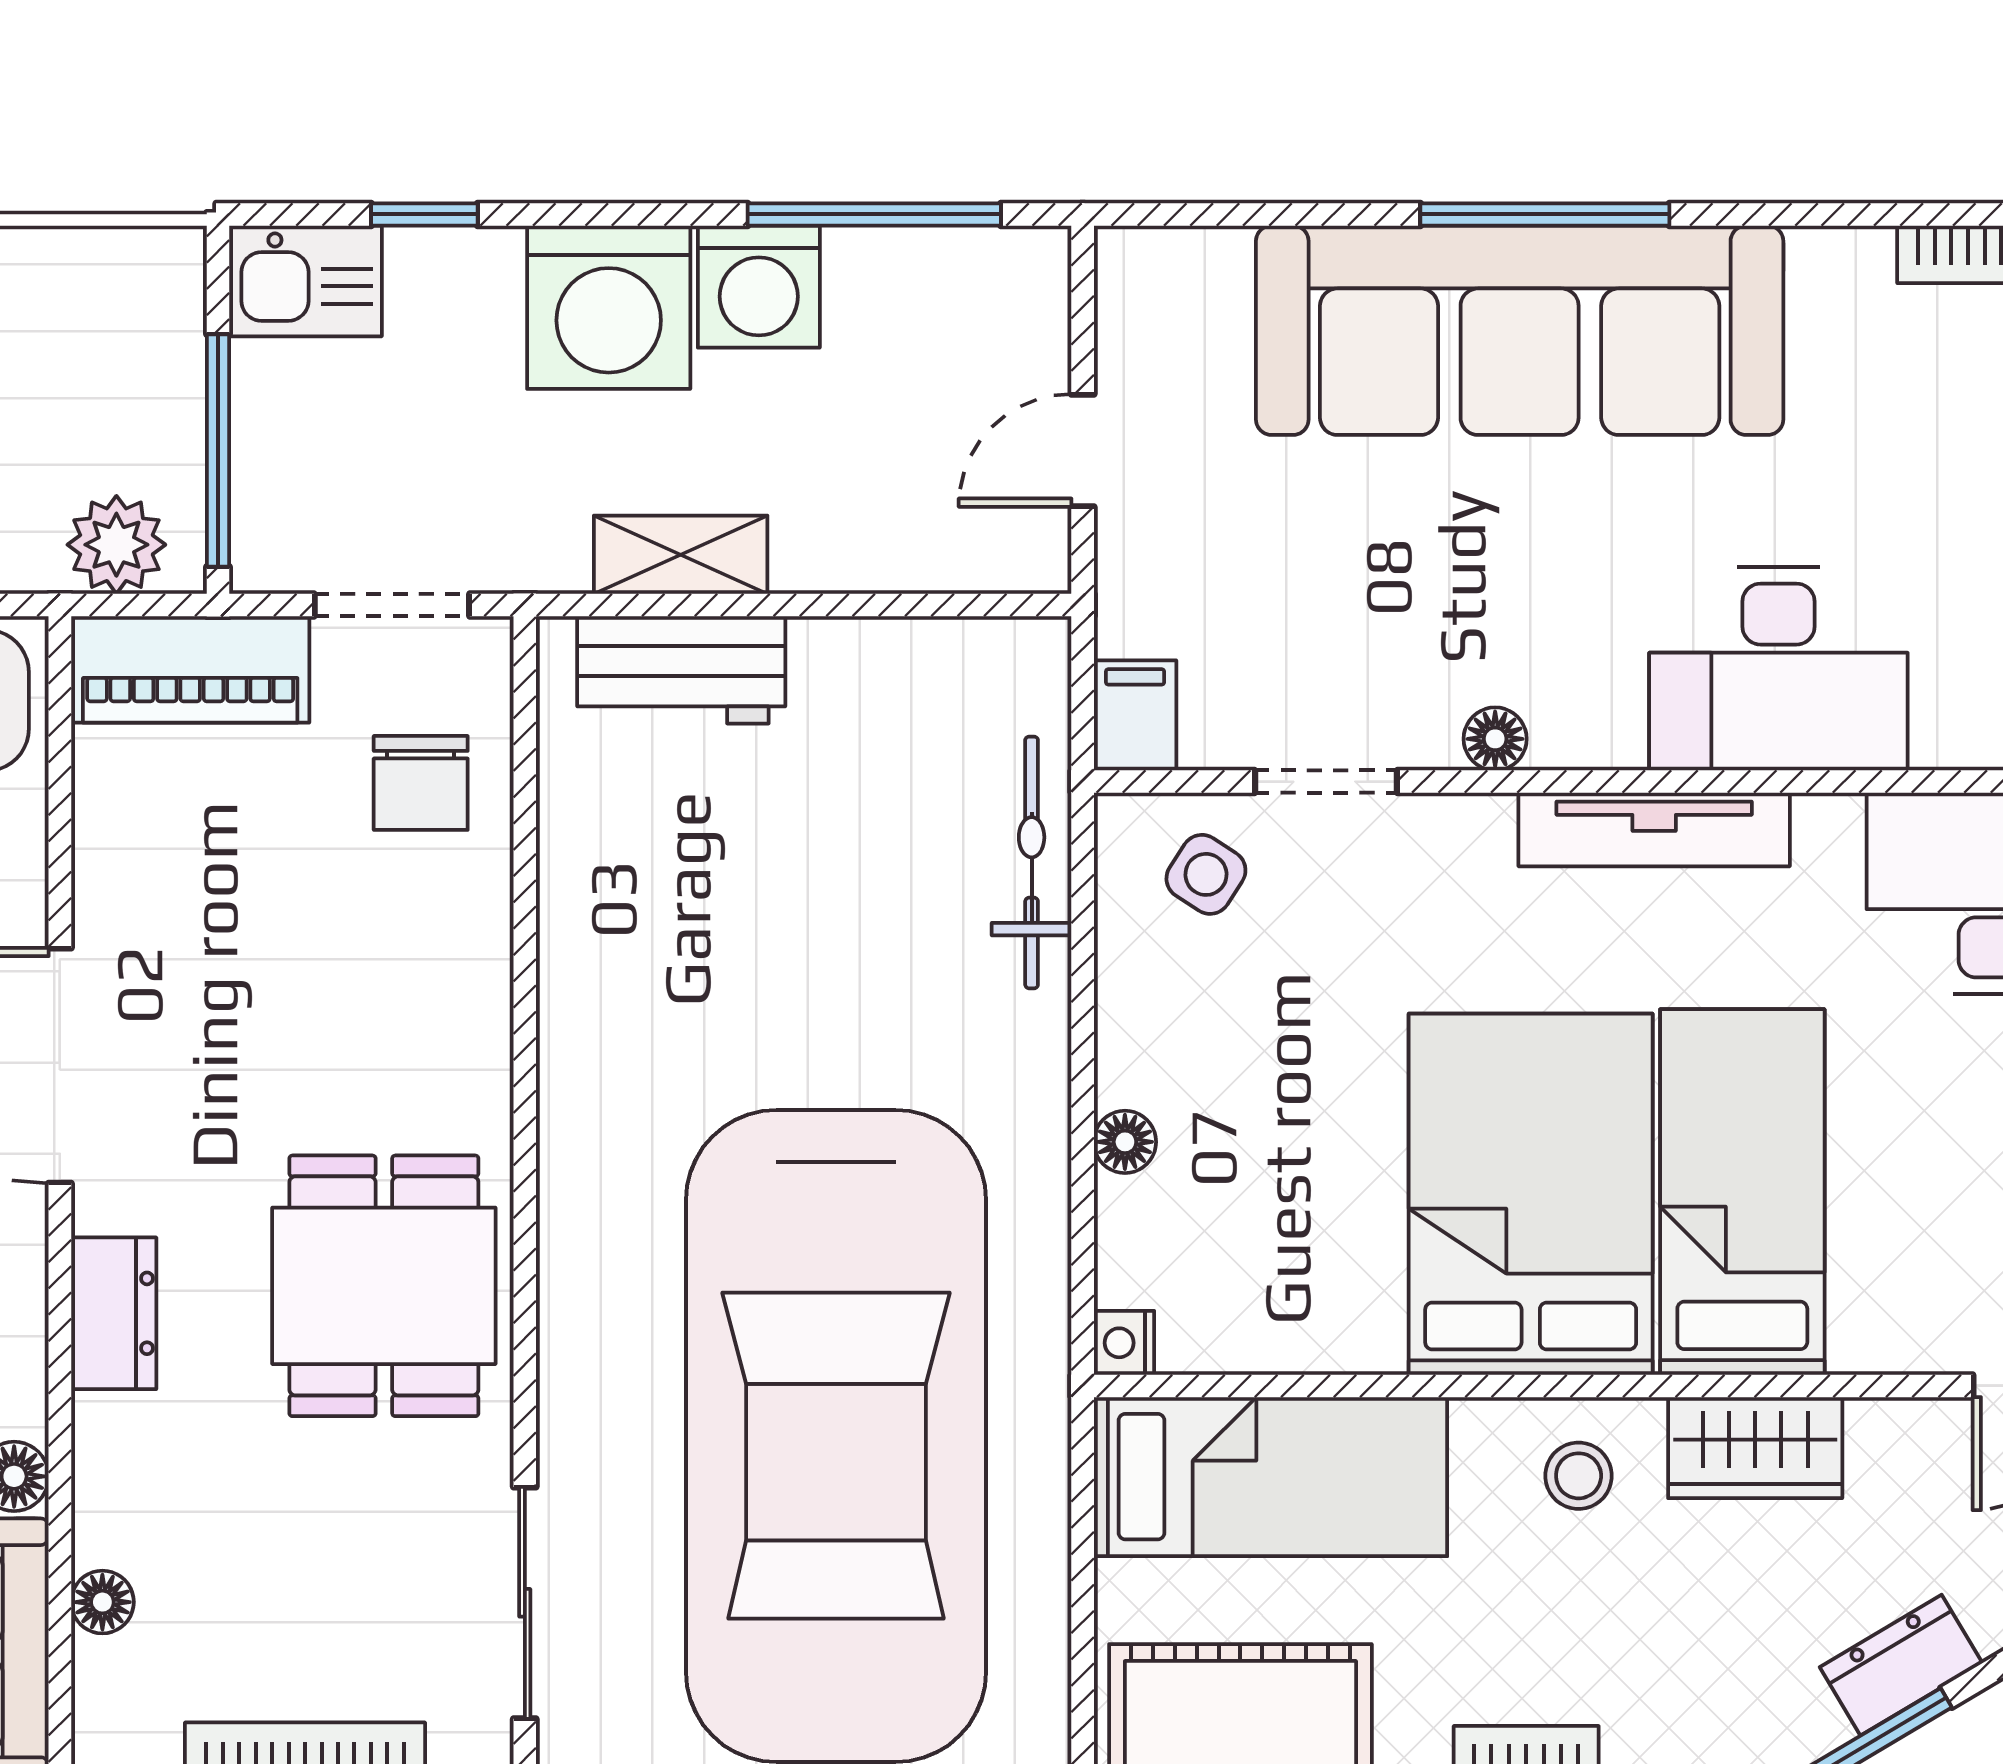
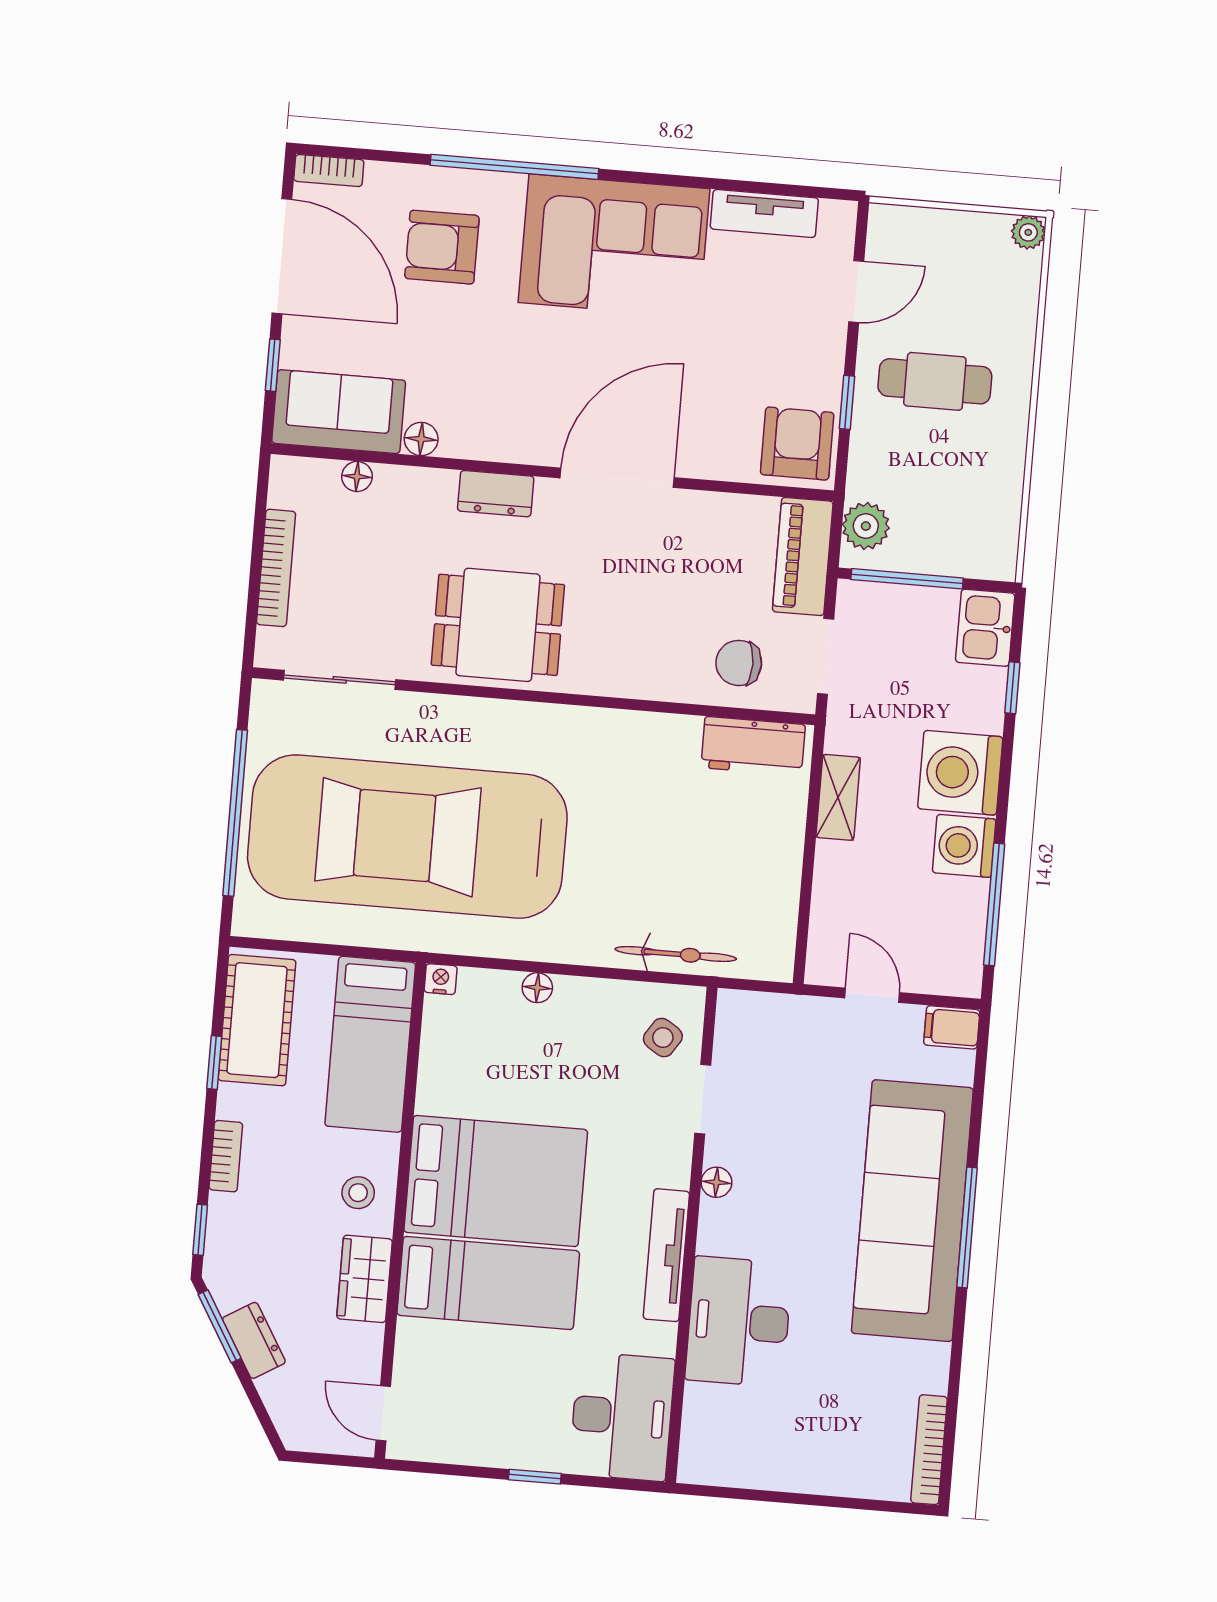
workbench: (681, 670) -> (753, 746), moved, turned -90
filing cabinet: (1135, 715) -> (952, 1027), moved, turned 180

